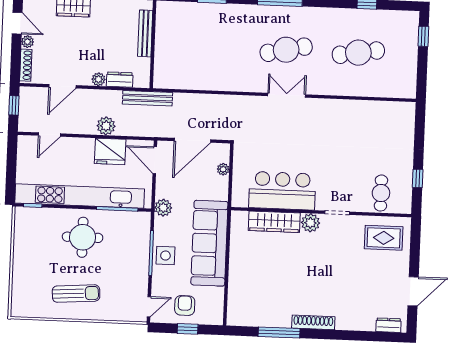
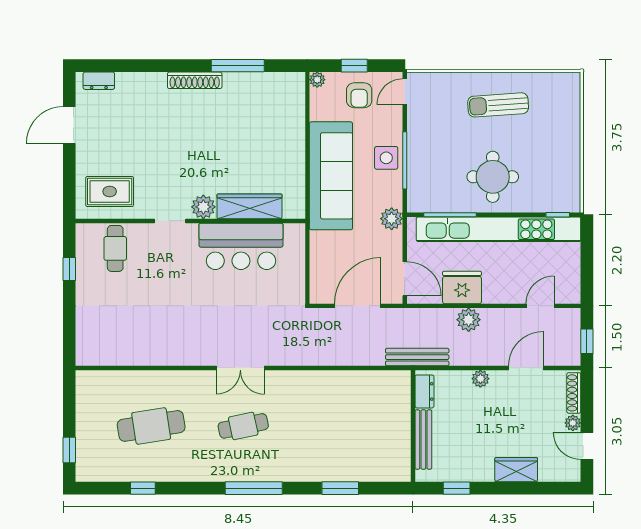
cafe table: (286, 50) -> (243, 426), width x0.73, depth x0.74
dresser: (120, 80) -> (424, 391), moved, turned -90
plant: (223, 169) -> (317, 80), moved

